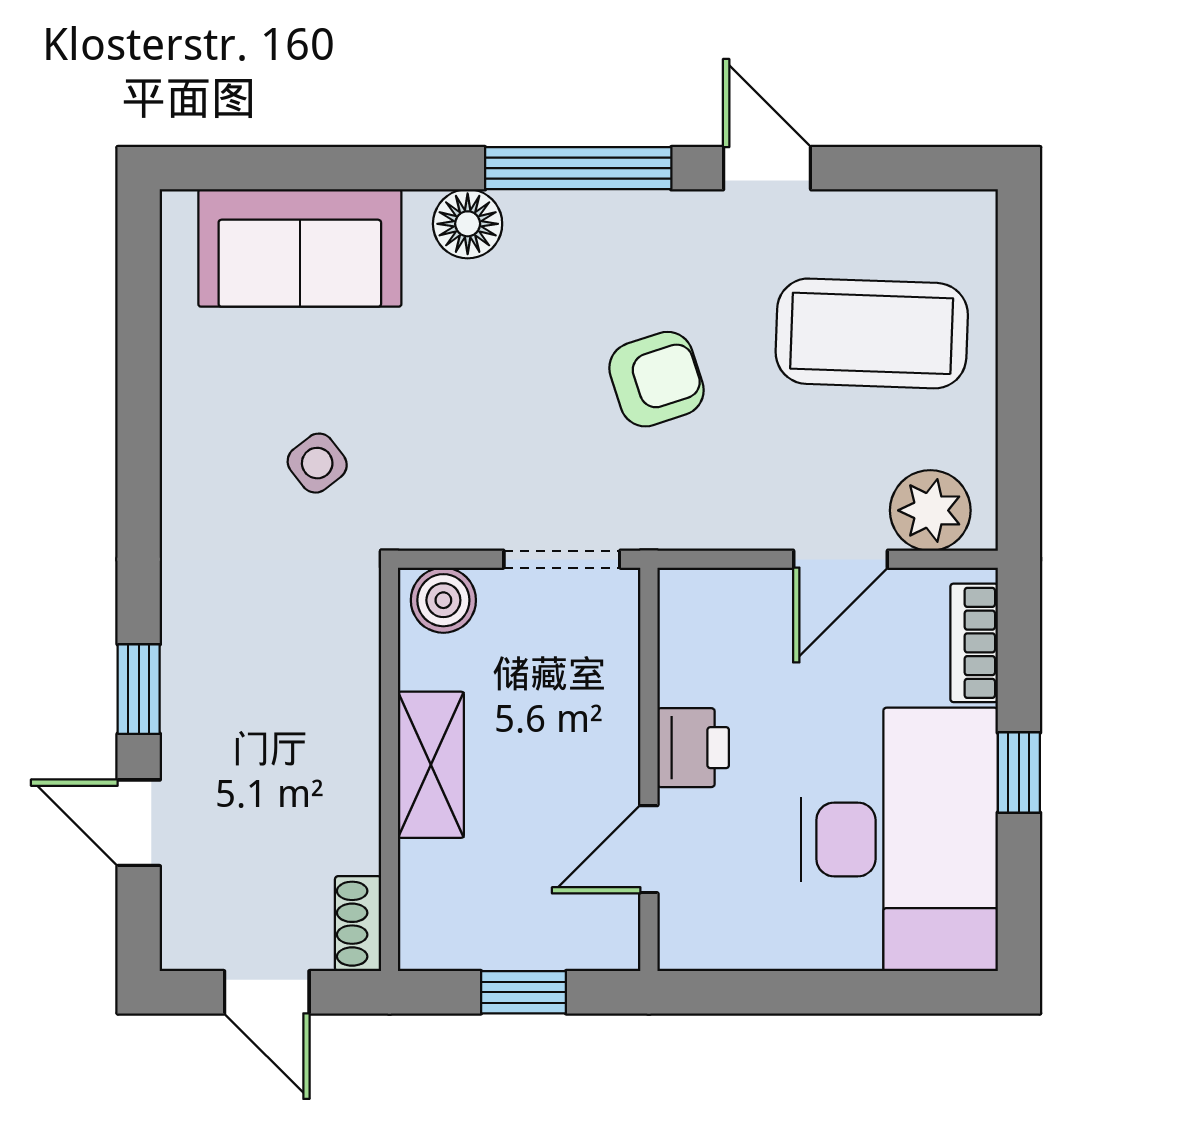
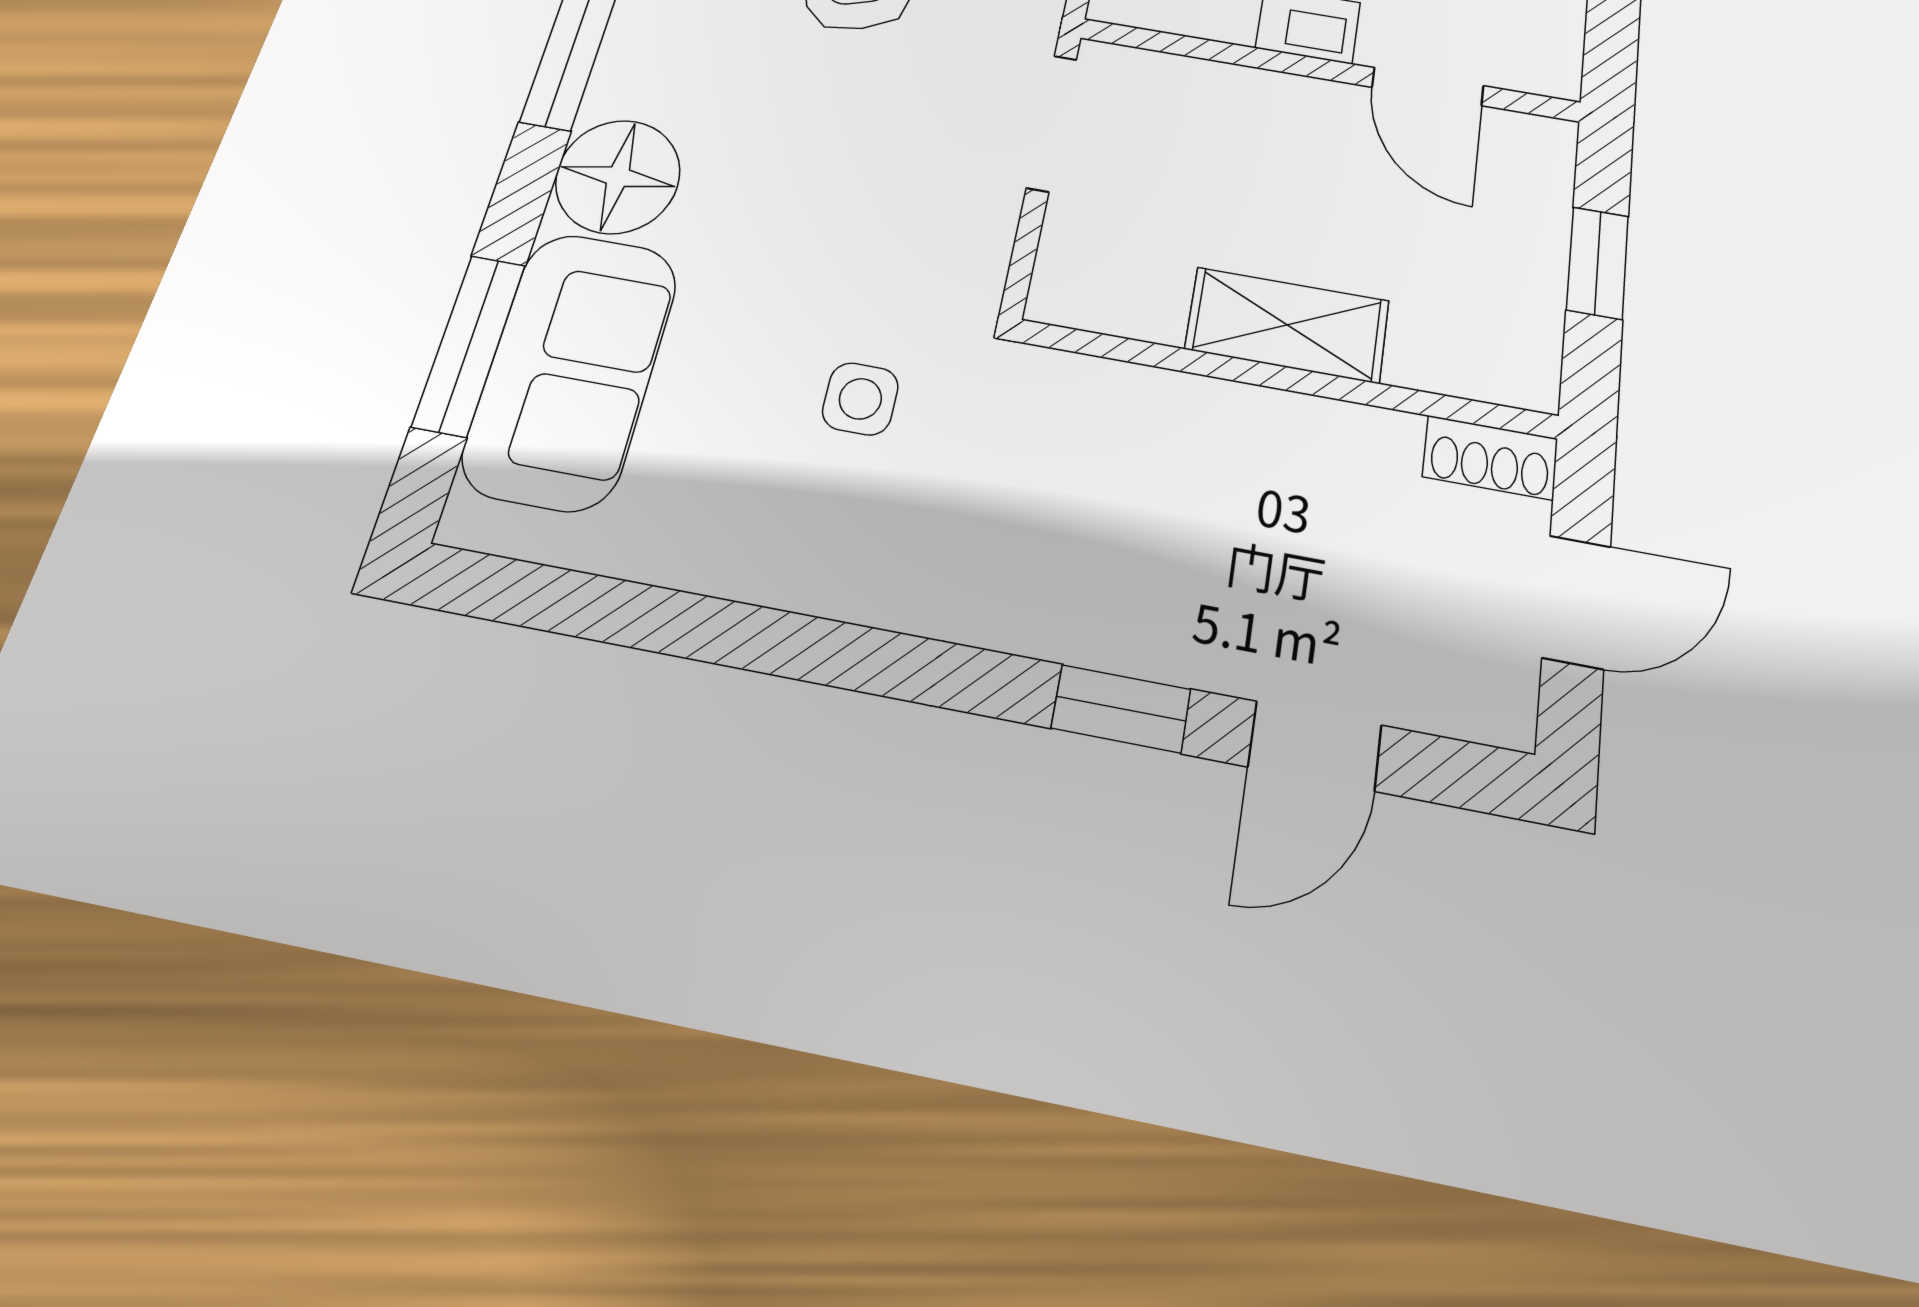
window: (304, 168) -> (469, 345), added
floor lamp: (468, 224) -> (618, 177), width x1.38, depth x1.38
side table: (317, 463) -> (860, 399), turned 38
boiler: (443, 600) -> (1075, 271), removed

